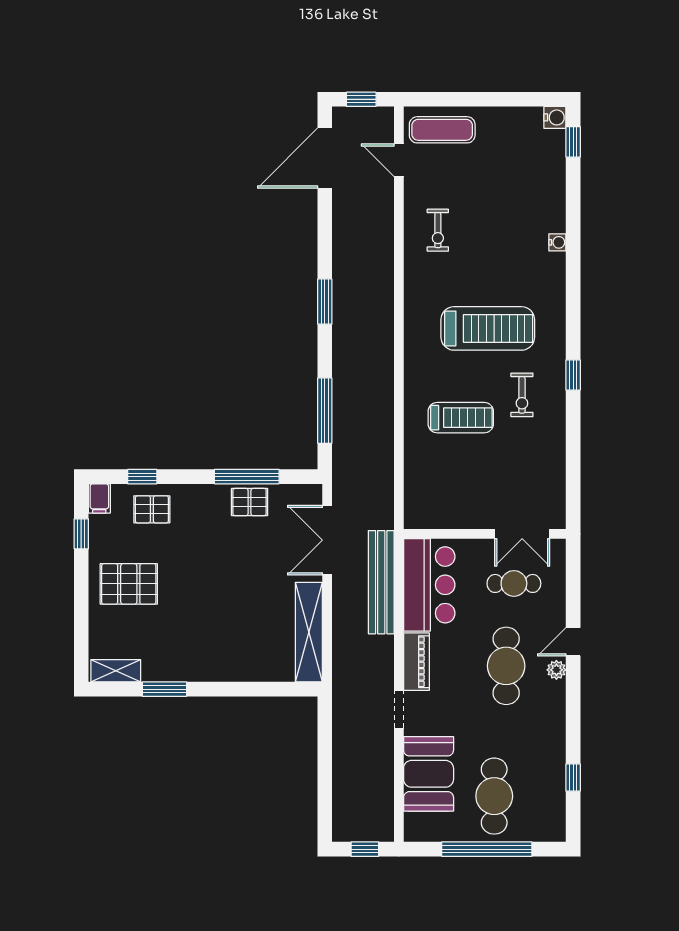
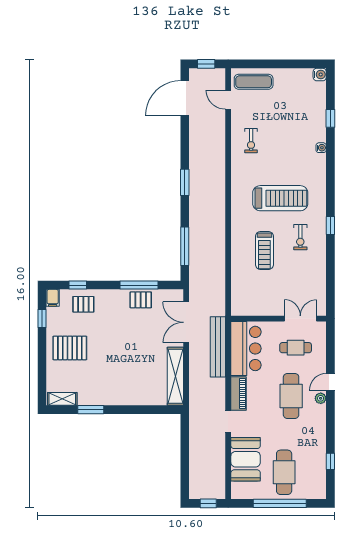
window: (573, 142) -> (330, 118), moved
treadmill: (461, 418) -> (264, 250), turned 90
double door: (522, 534) -> (300, 319), swing flipped

